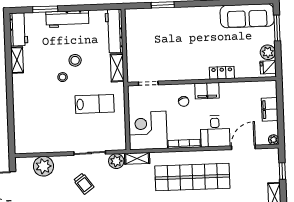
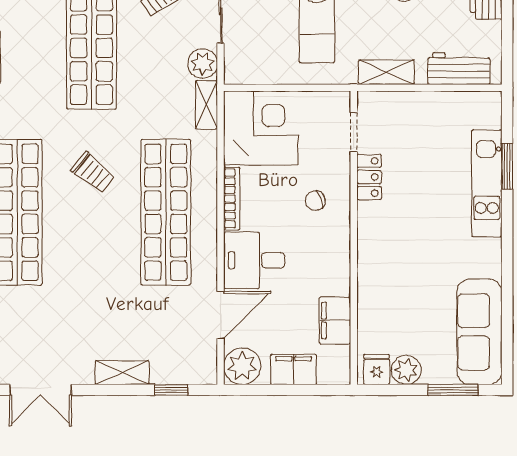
kitchen unit: (172, 15) -> (487, 183), added
workbench: (114, 31) -> (459, 69), width x0.73
locker: (222, 73) -> (369, 177), moved
filing cabinet: (207, 91) -> (335, 320), moved
plant: (274, 140) -> (242, 366), width x1.88, depth x1.88
door: (243, 147) -> (221, 315), hinge flipped

